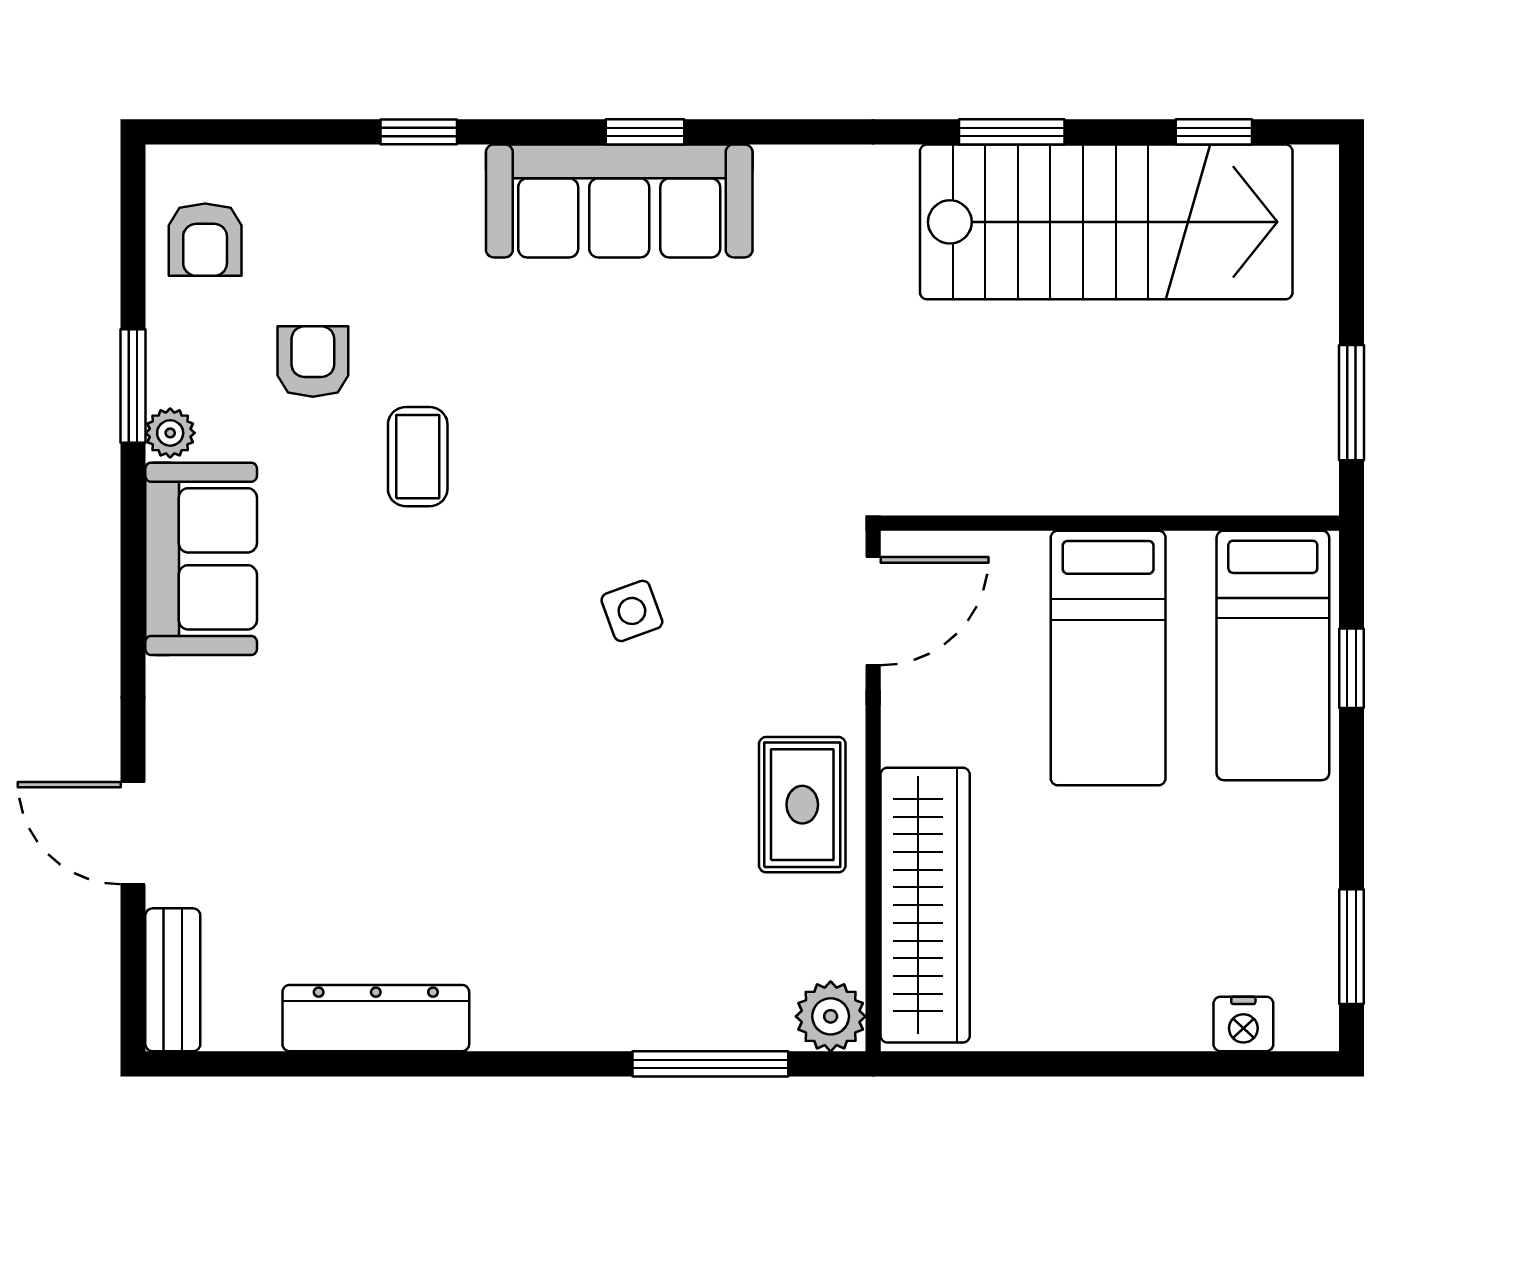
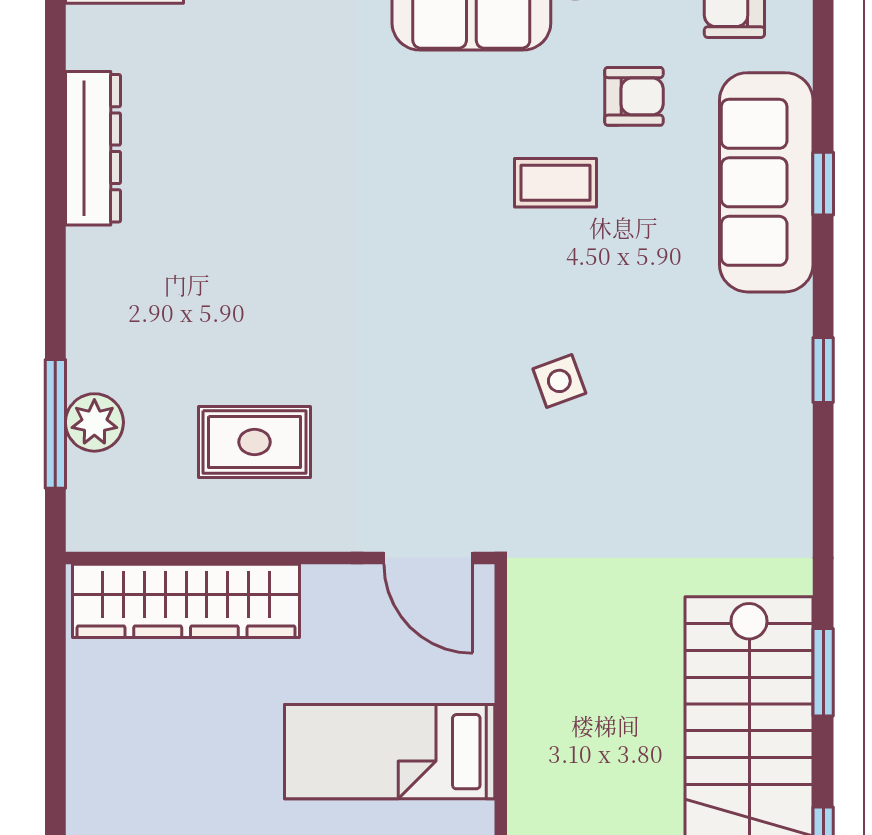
sofa: (619, 201) -> (766, 182), moved
side table: (632, 611) -> (559, 381), moved
rug: (802, 805) -> (255, 442), moved
plant: (831, 1016) -> (94, 422), moved

